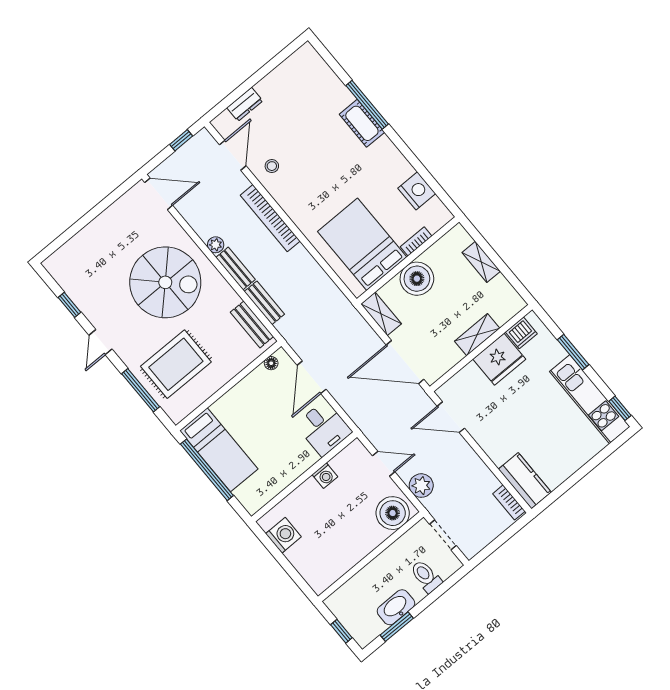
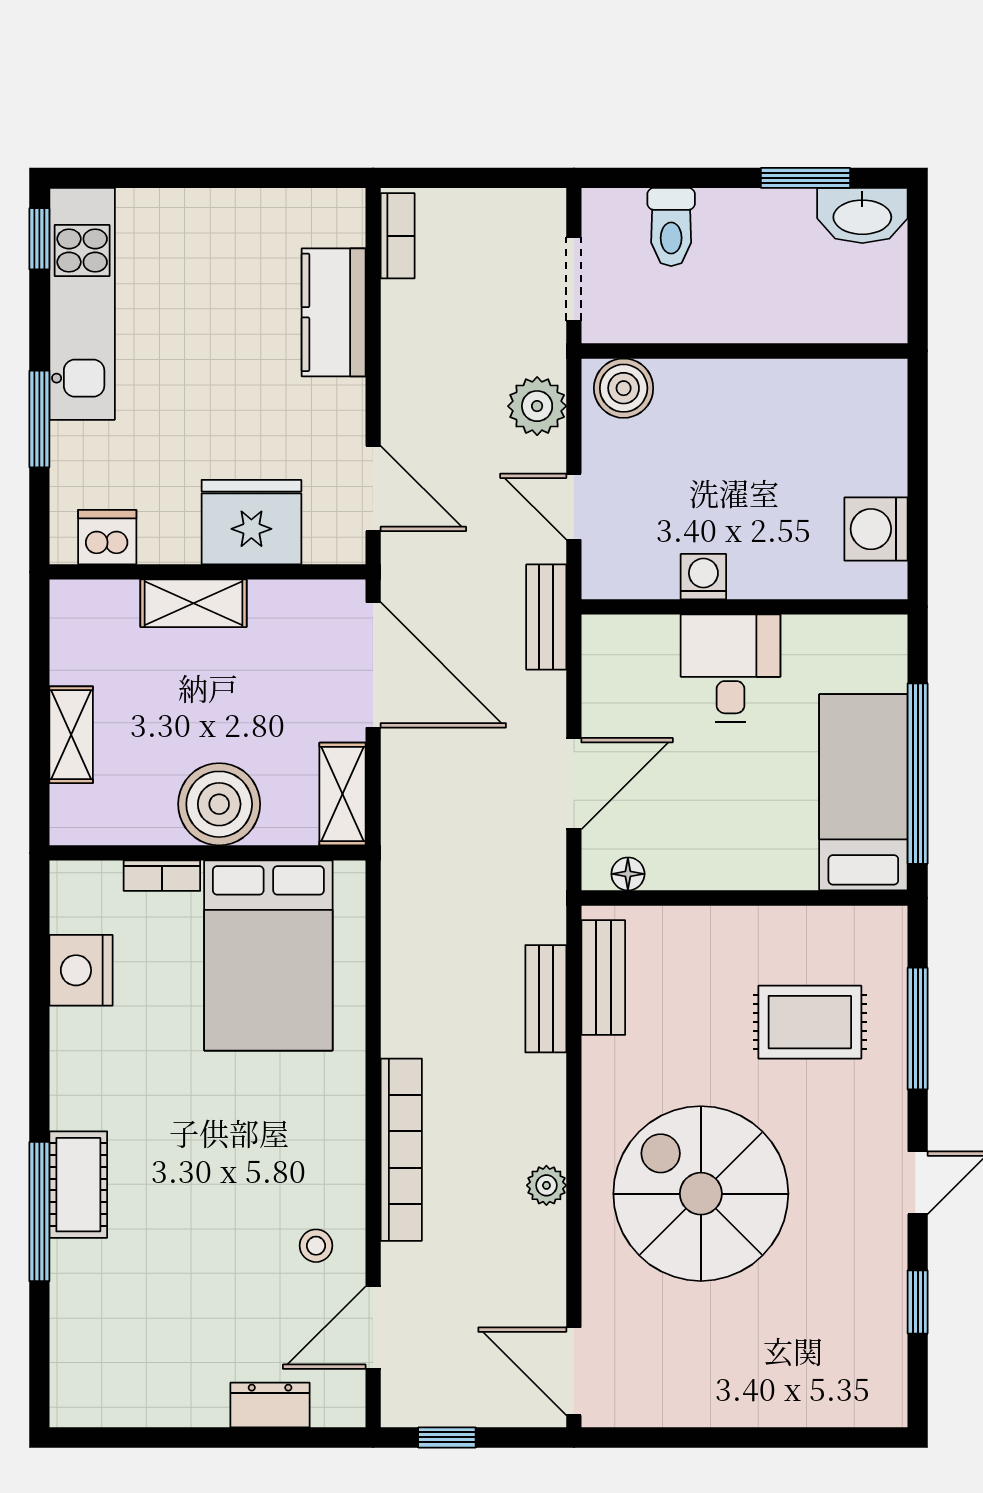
bench: (236, 269) -> (546, 617), moved
fridge: (499, 359) -> (251, 522), moved
rug: (176, 364) -> (810, 1022), width x0.73, depth x0.70
desk: (324, 428) -> (731, 668), moved
kitchen counter: (525, 481) -> (334, 312), moved
boiler: (393, 513) -> (624, 388), width x0.73, depth x0.73
washbasin: (396, 607) -> (862, 216), moved
window: (341, 631) -> (918, 256), removed

